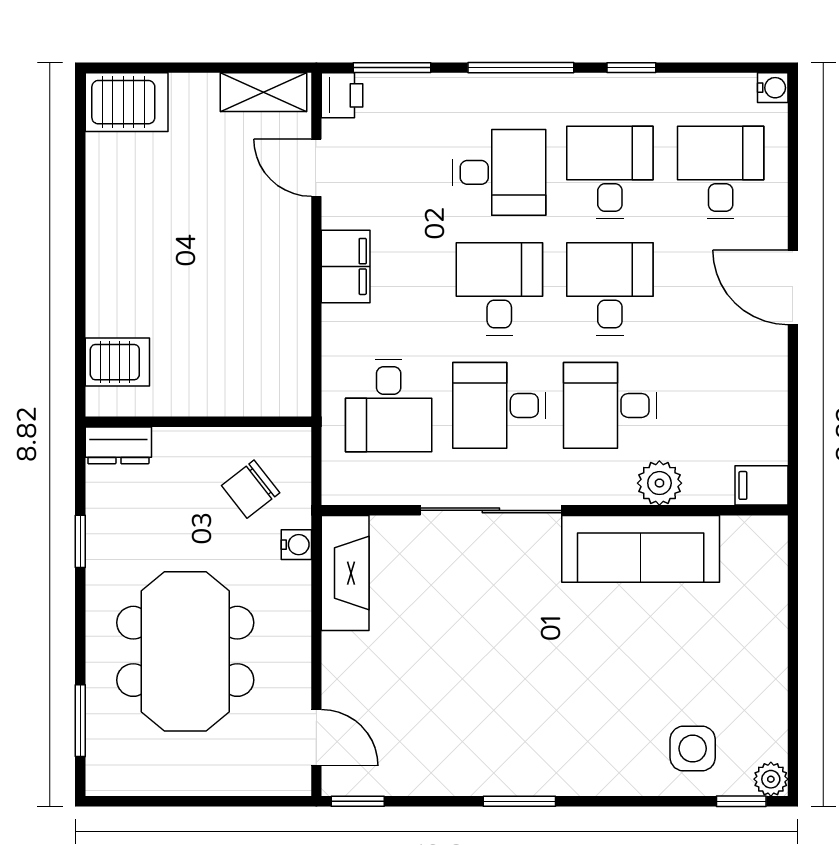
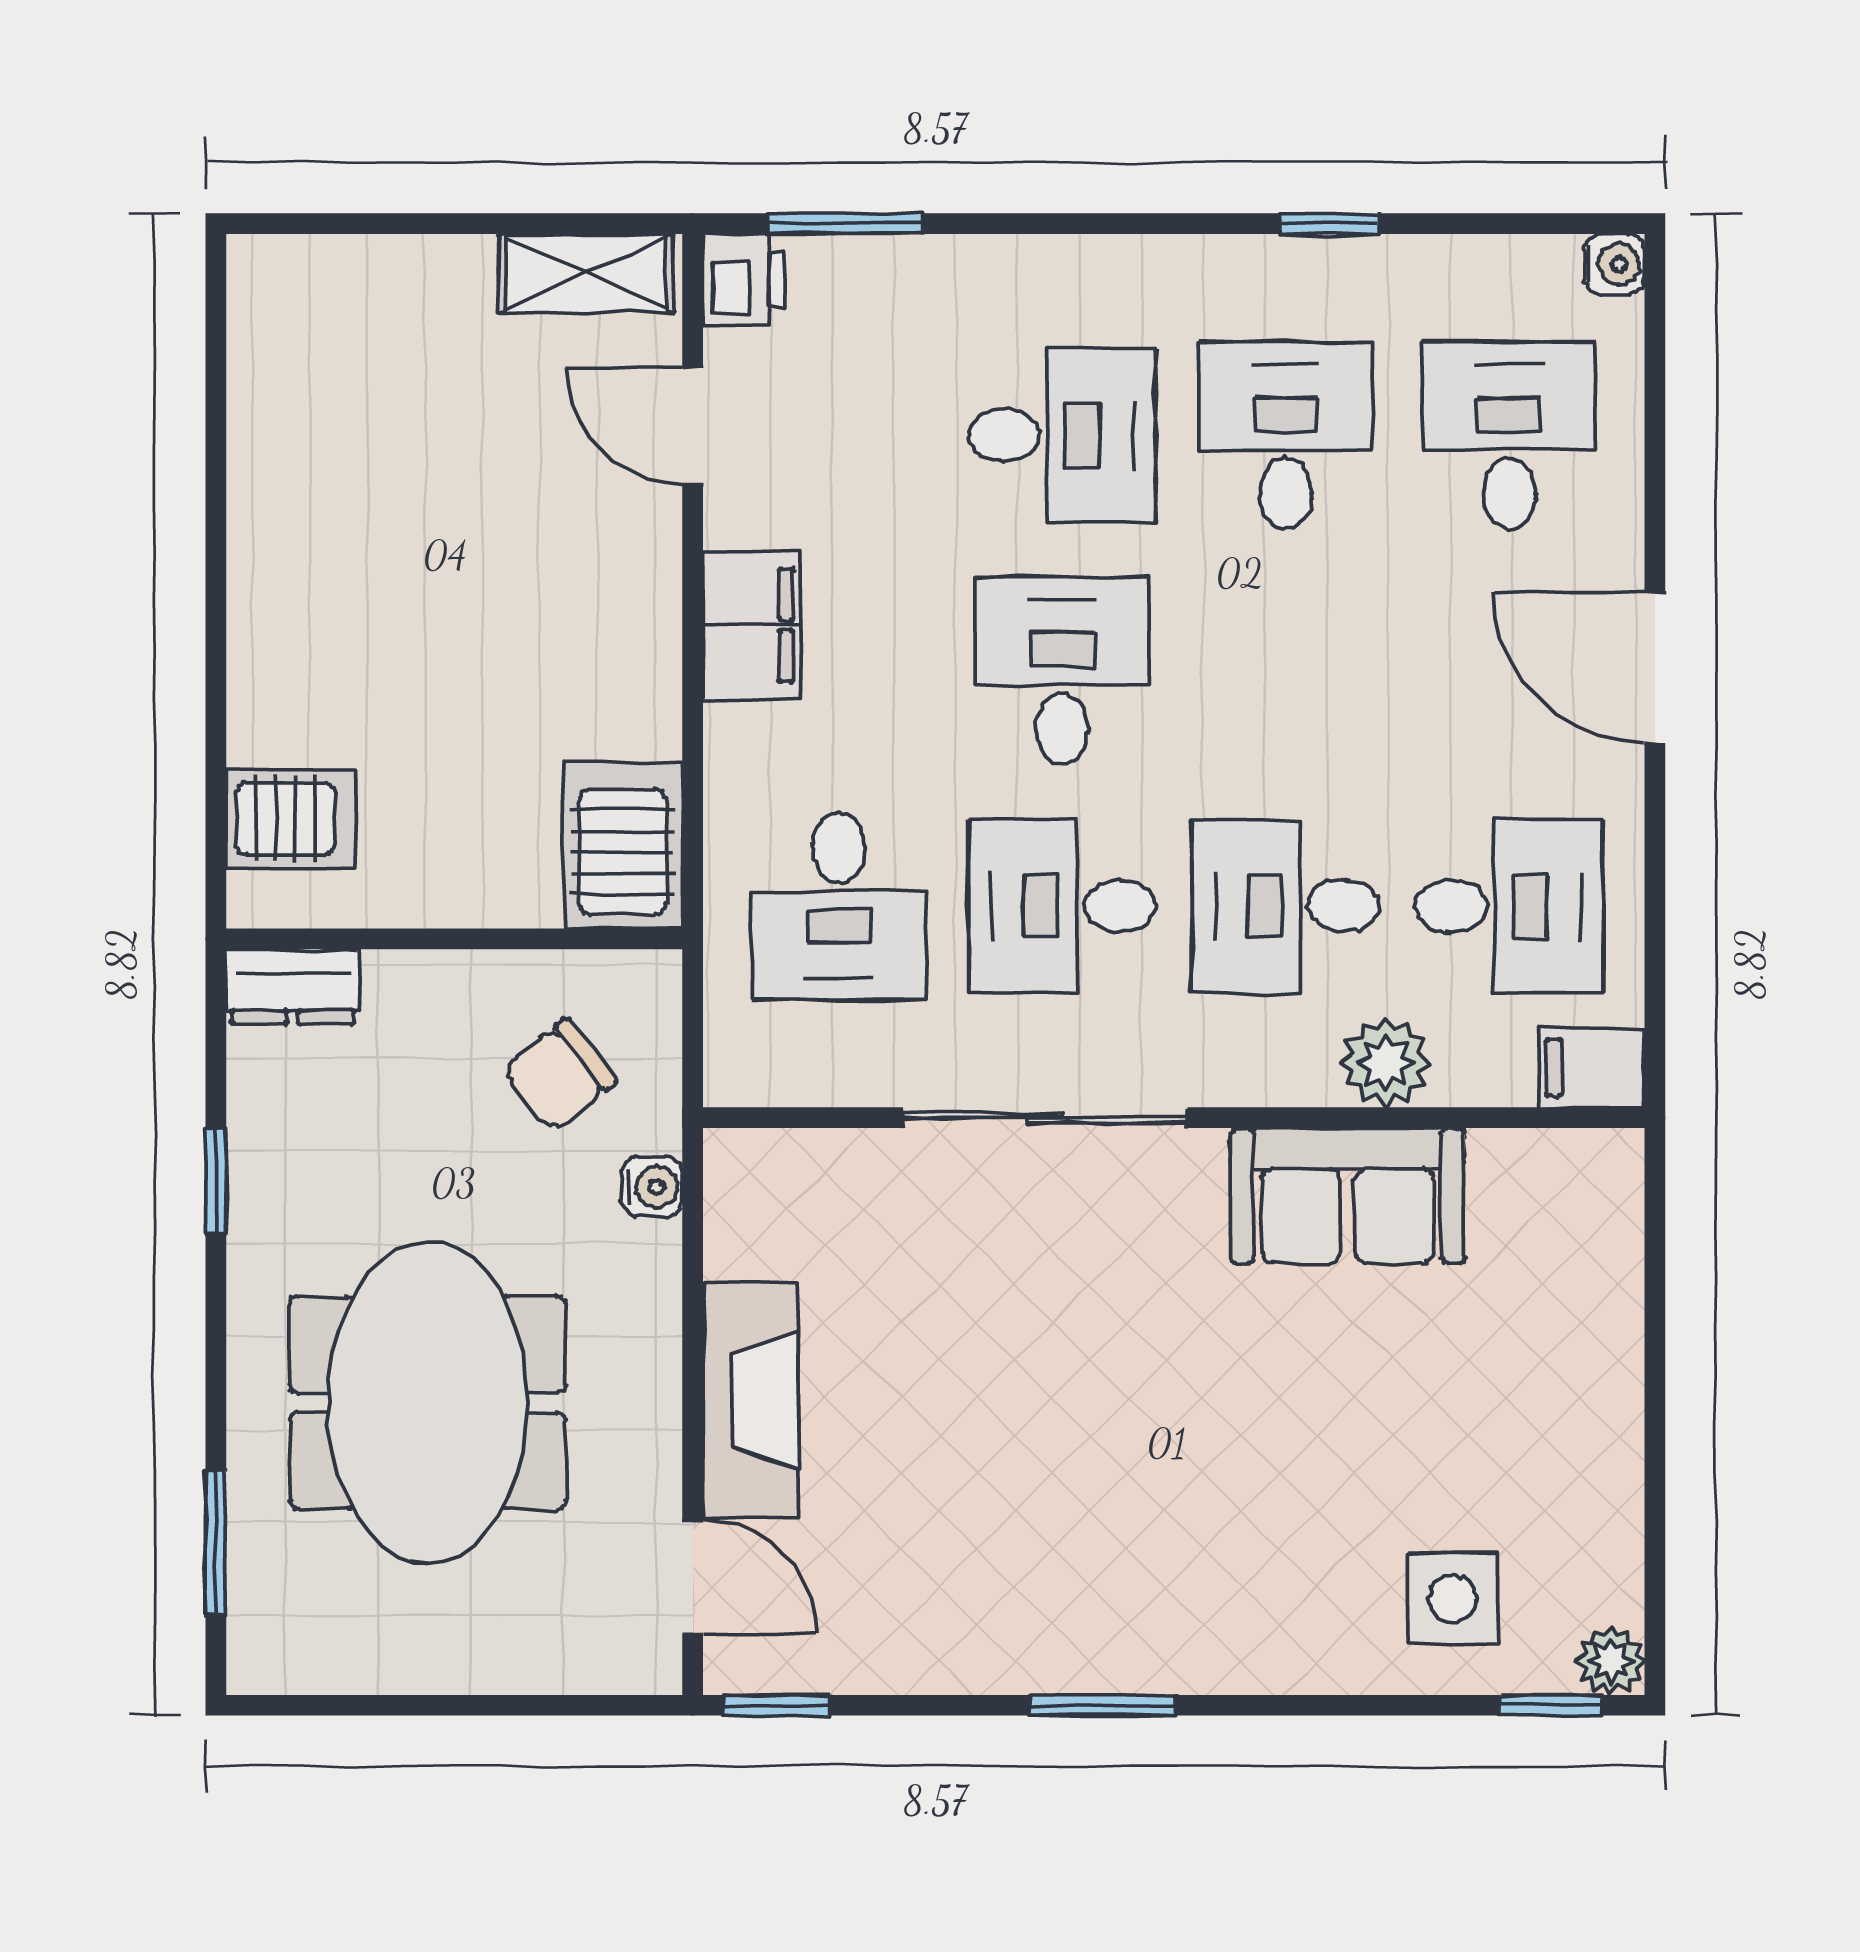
window: (521, 68) -> (1106, 224), removed
server rack: (127, 102) -> (623, 845), moved, turned -90
desk: (610, 289) -> (1509, 906), moved, turned 90
sofa: (641, 549) -> (1347, 1196), width x0.73
fireplace: (345, 573) -> (751, 1400), moved

